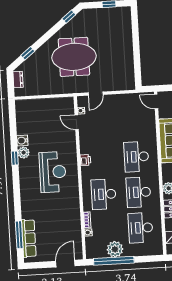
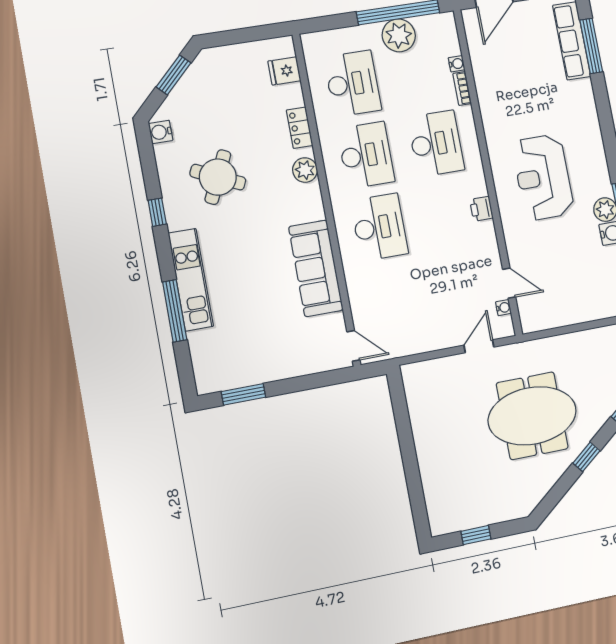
window: (69, 17) -> (586, 457), moved

